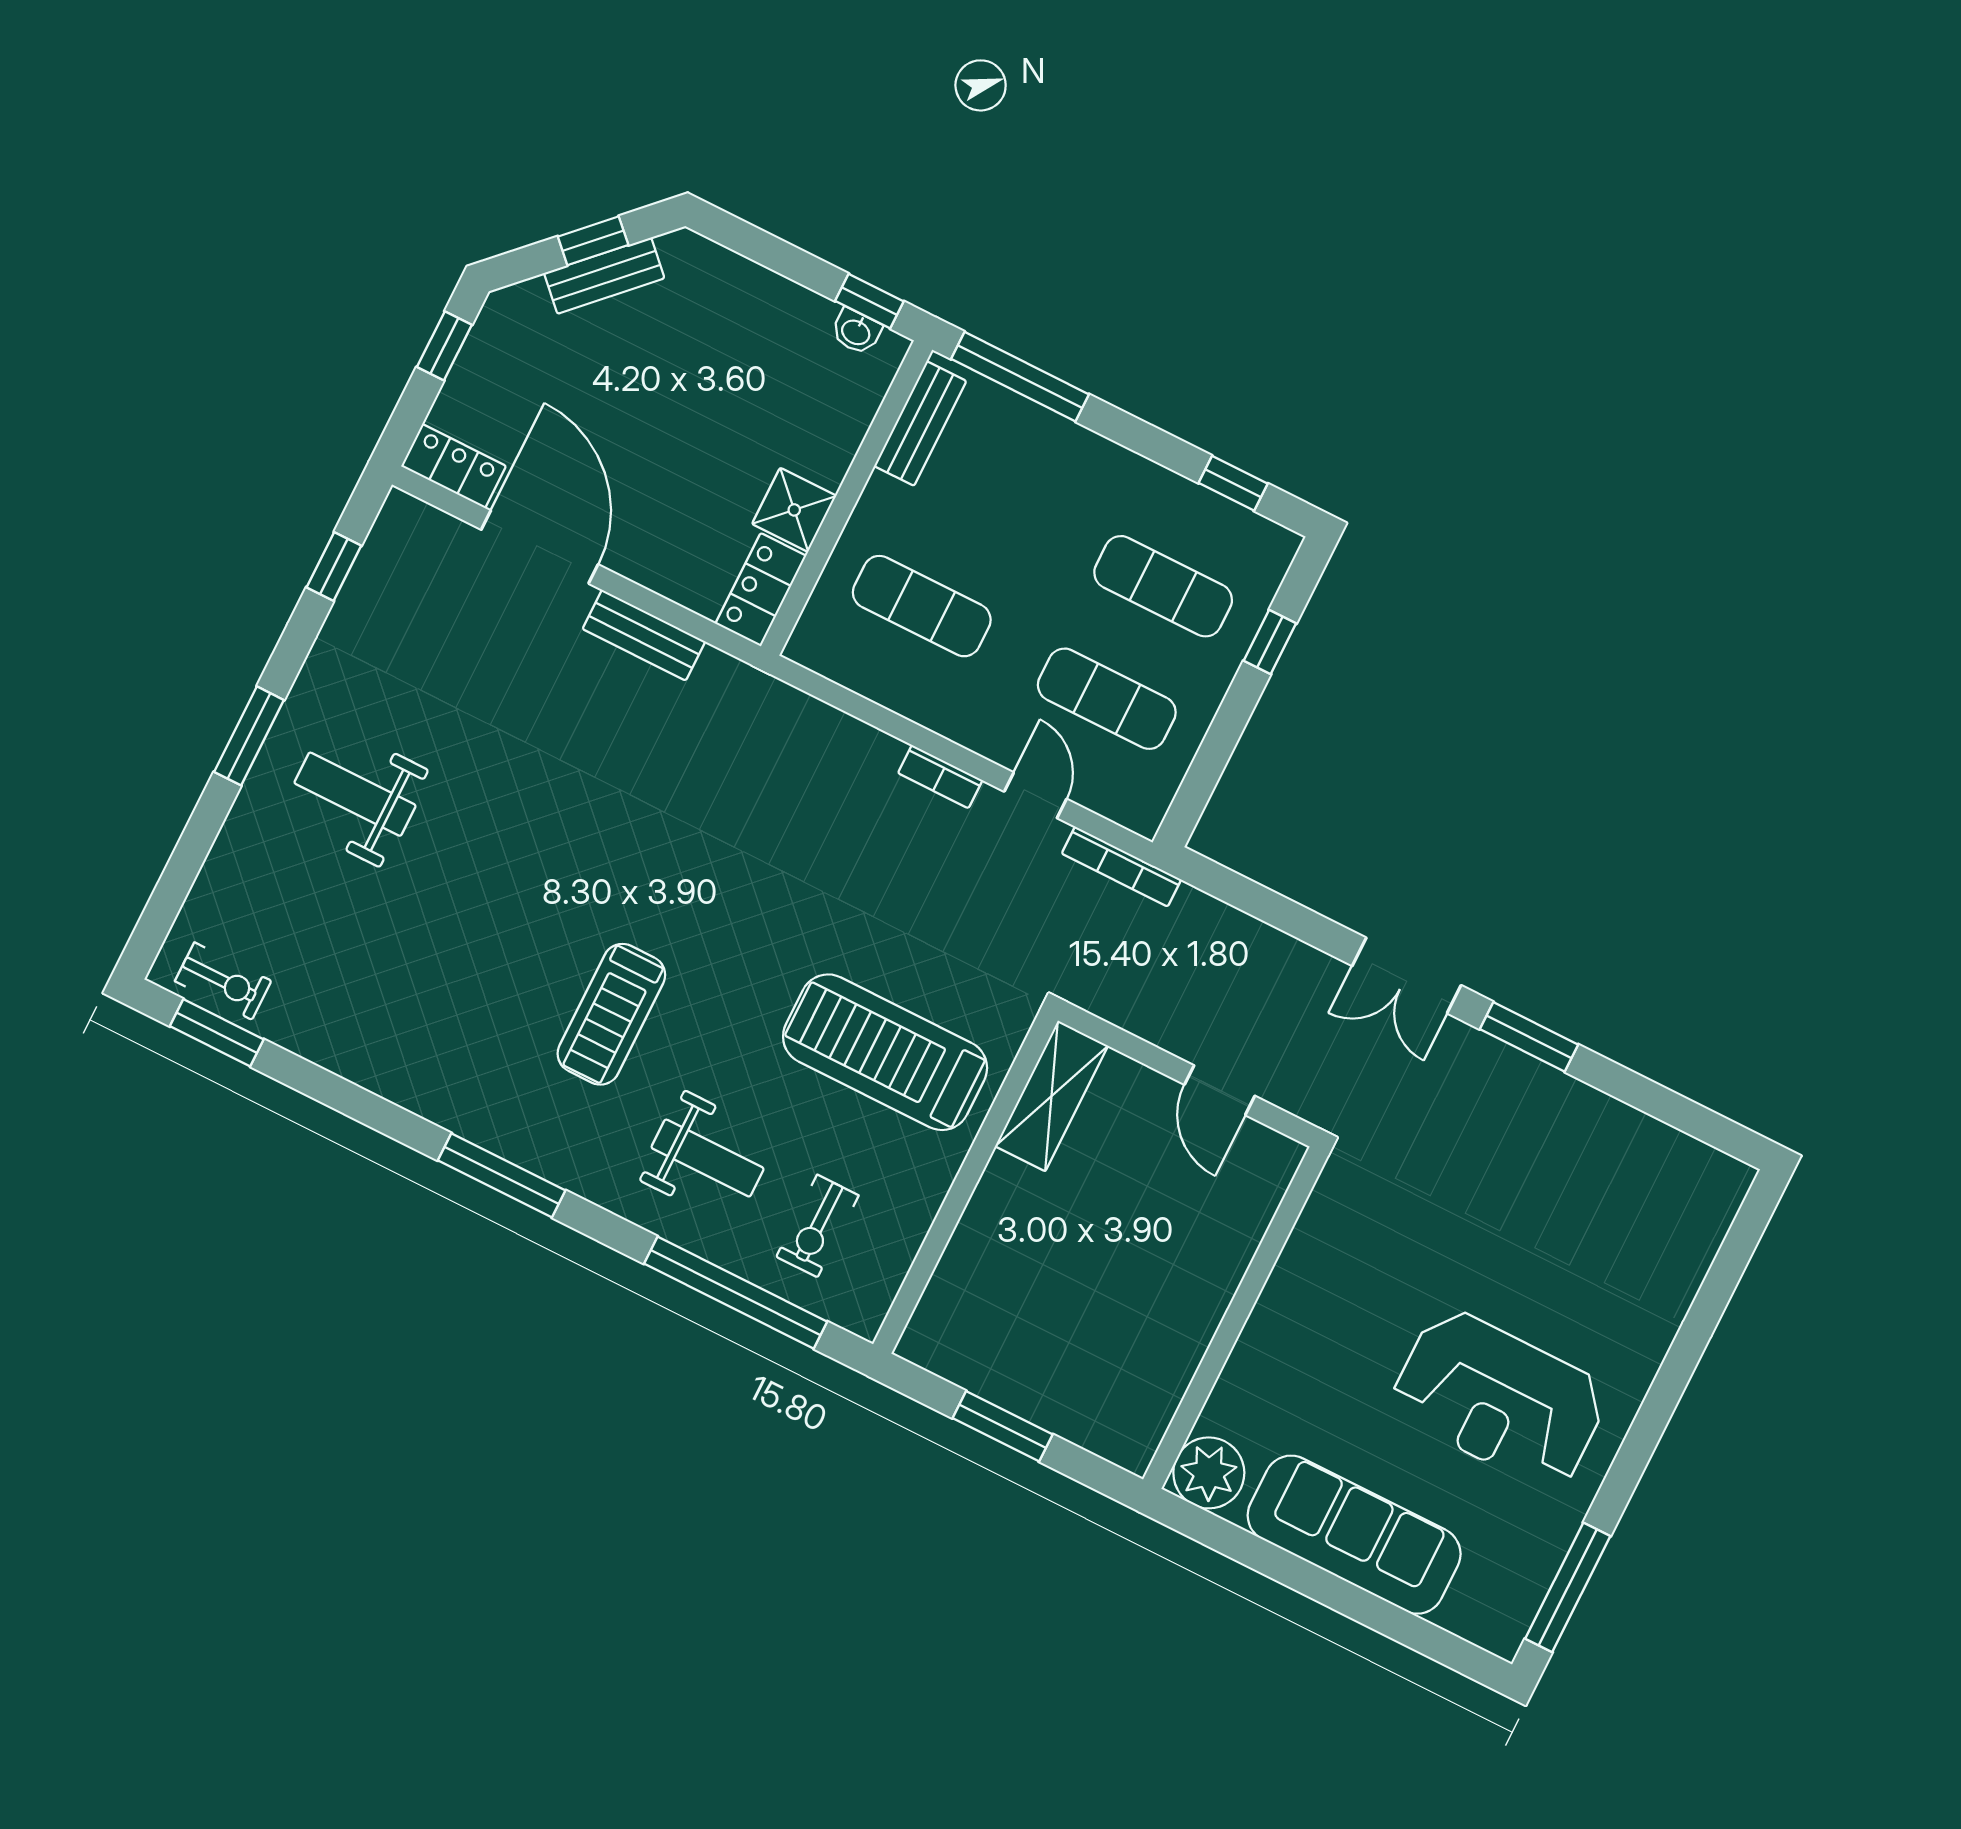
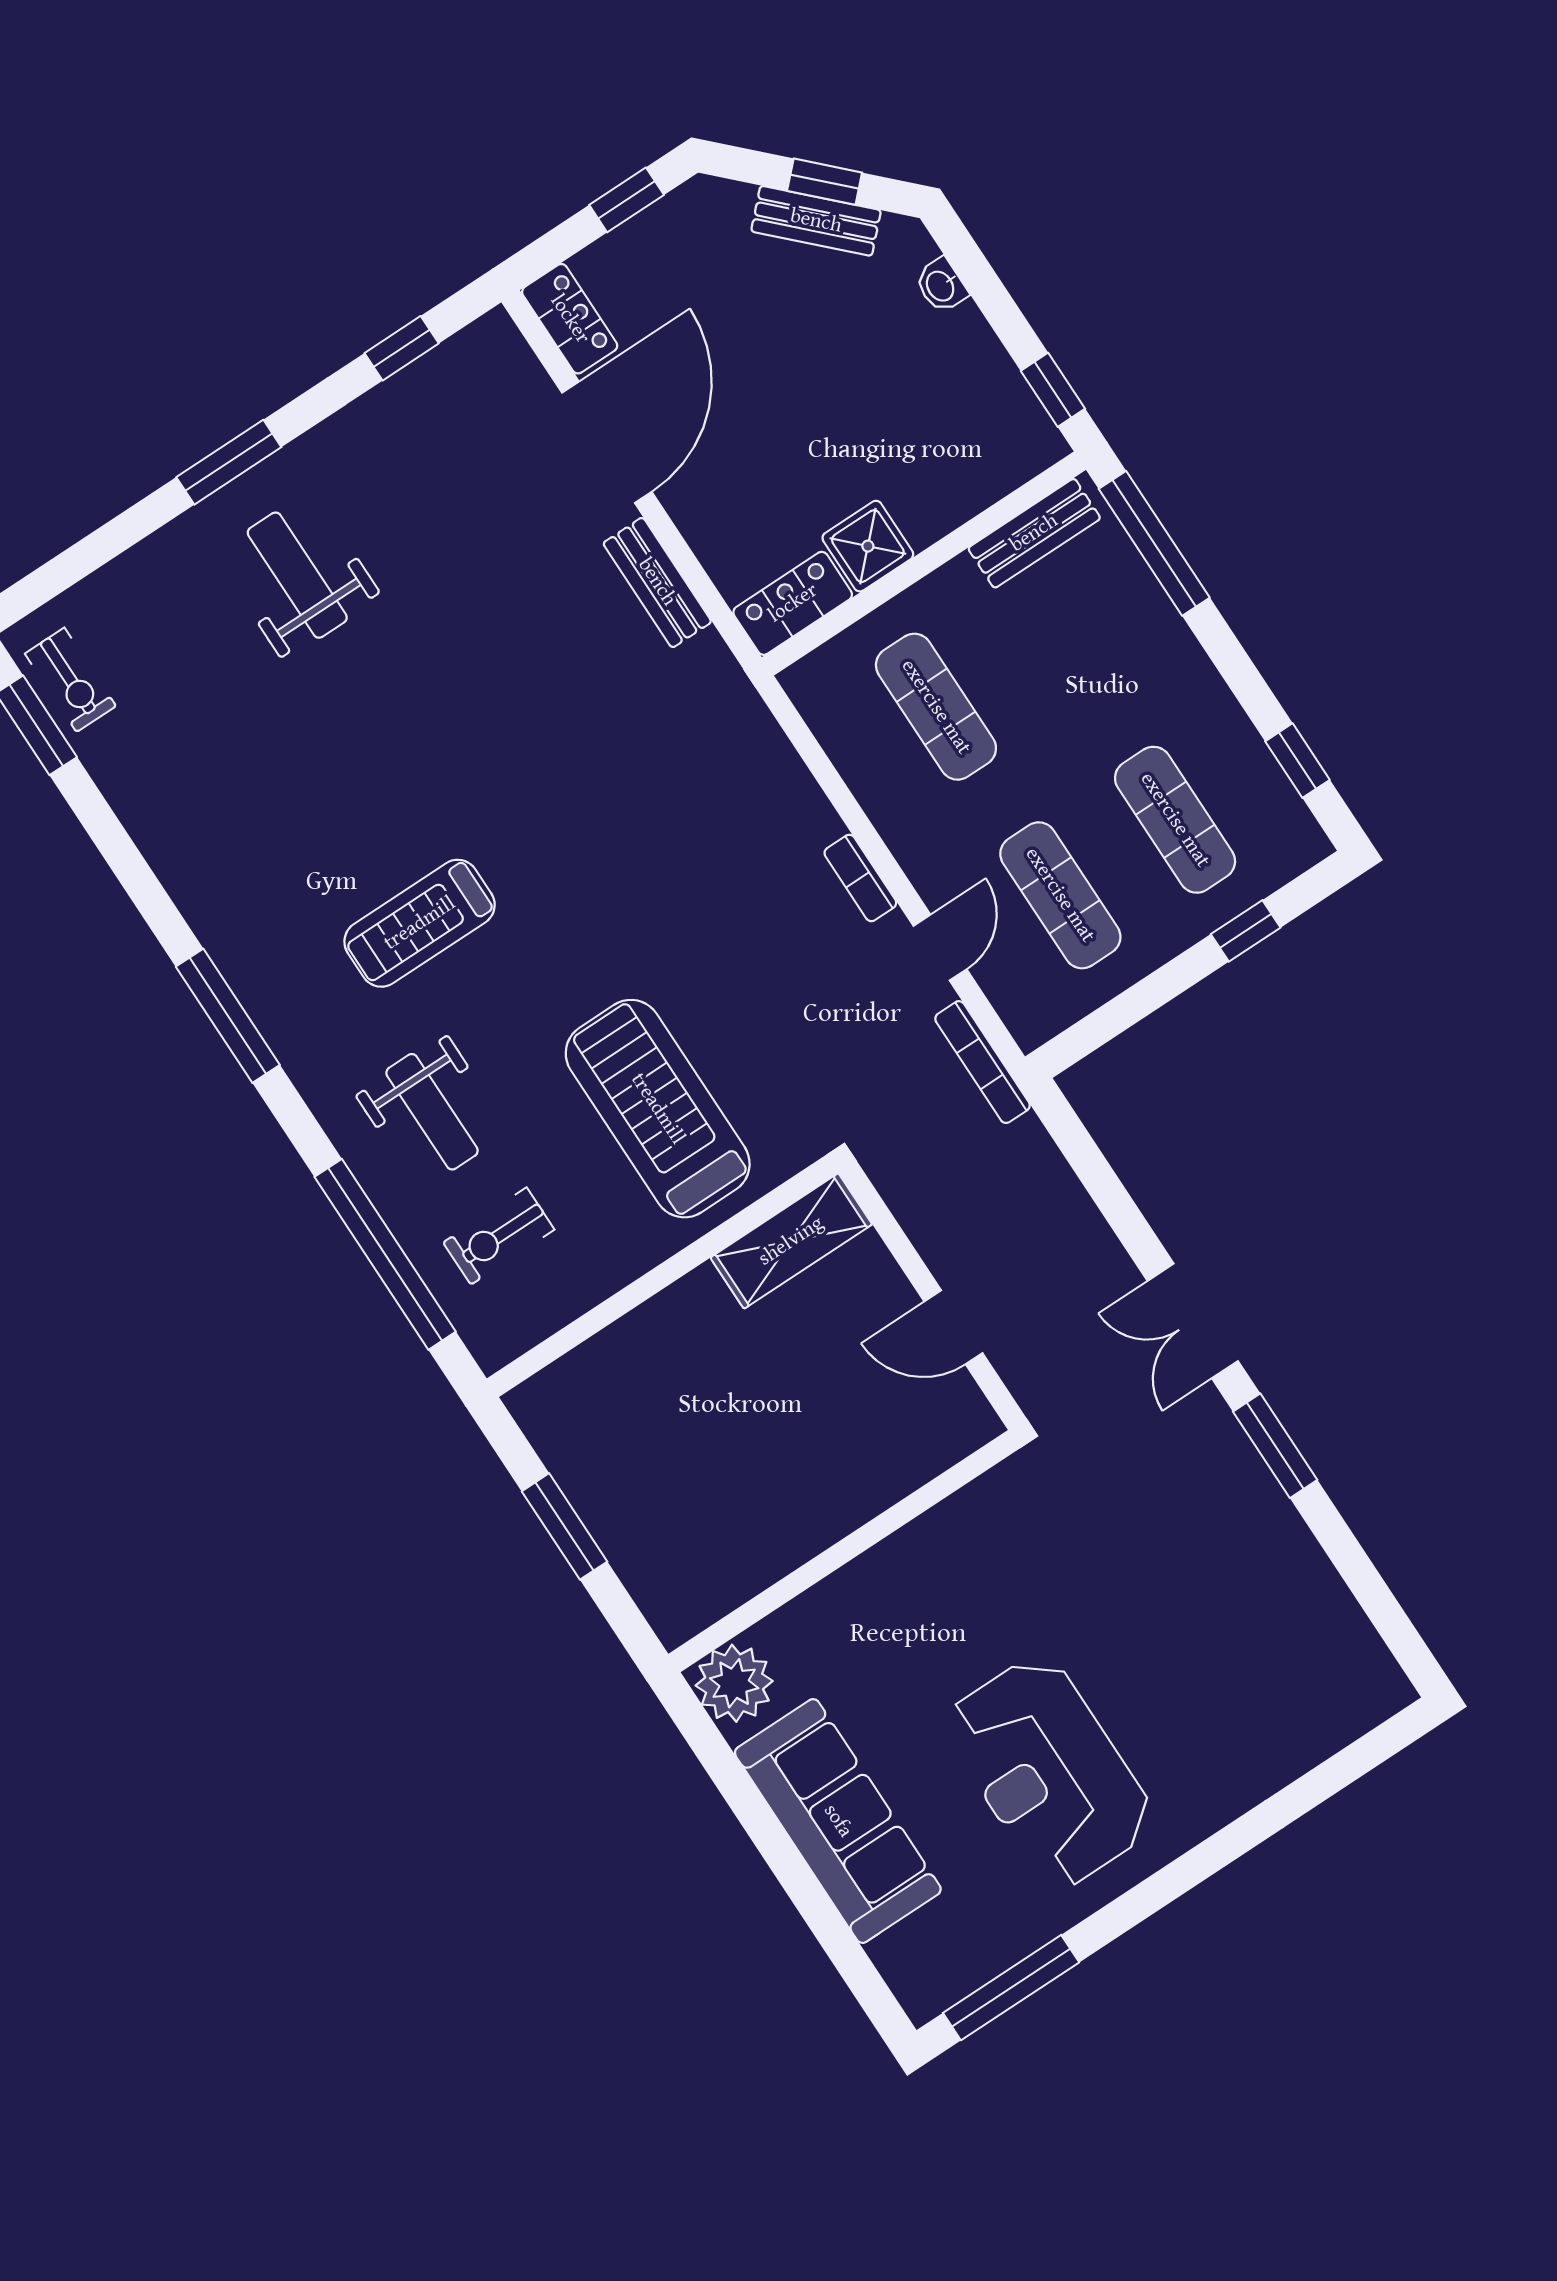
washbasin: (856, 331) -> (941, 286), moved
door: (1220, 1090) -> (953, 1327), hinge flipped

